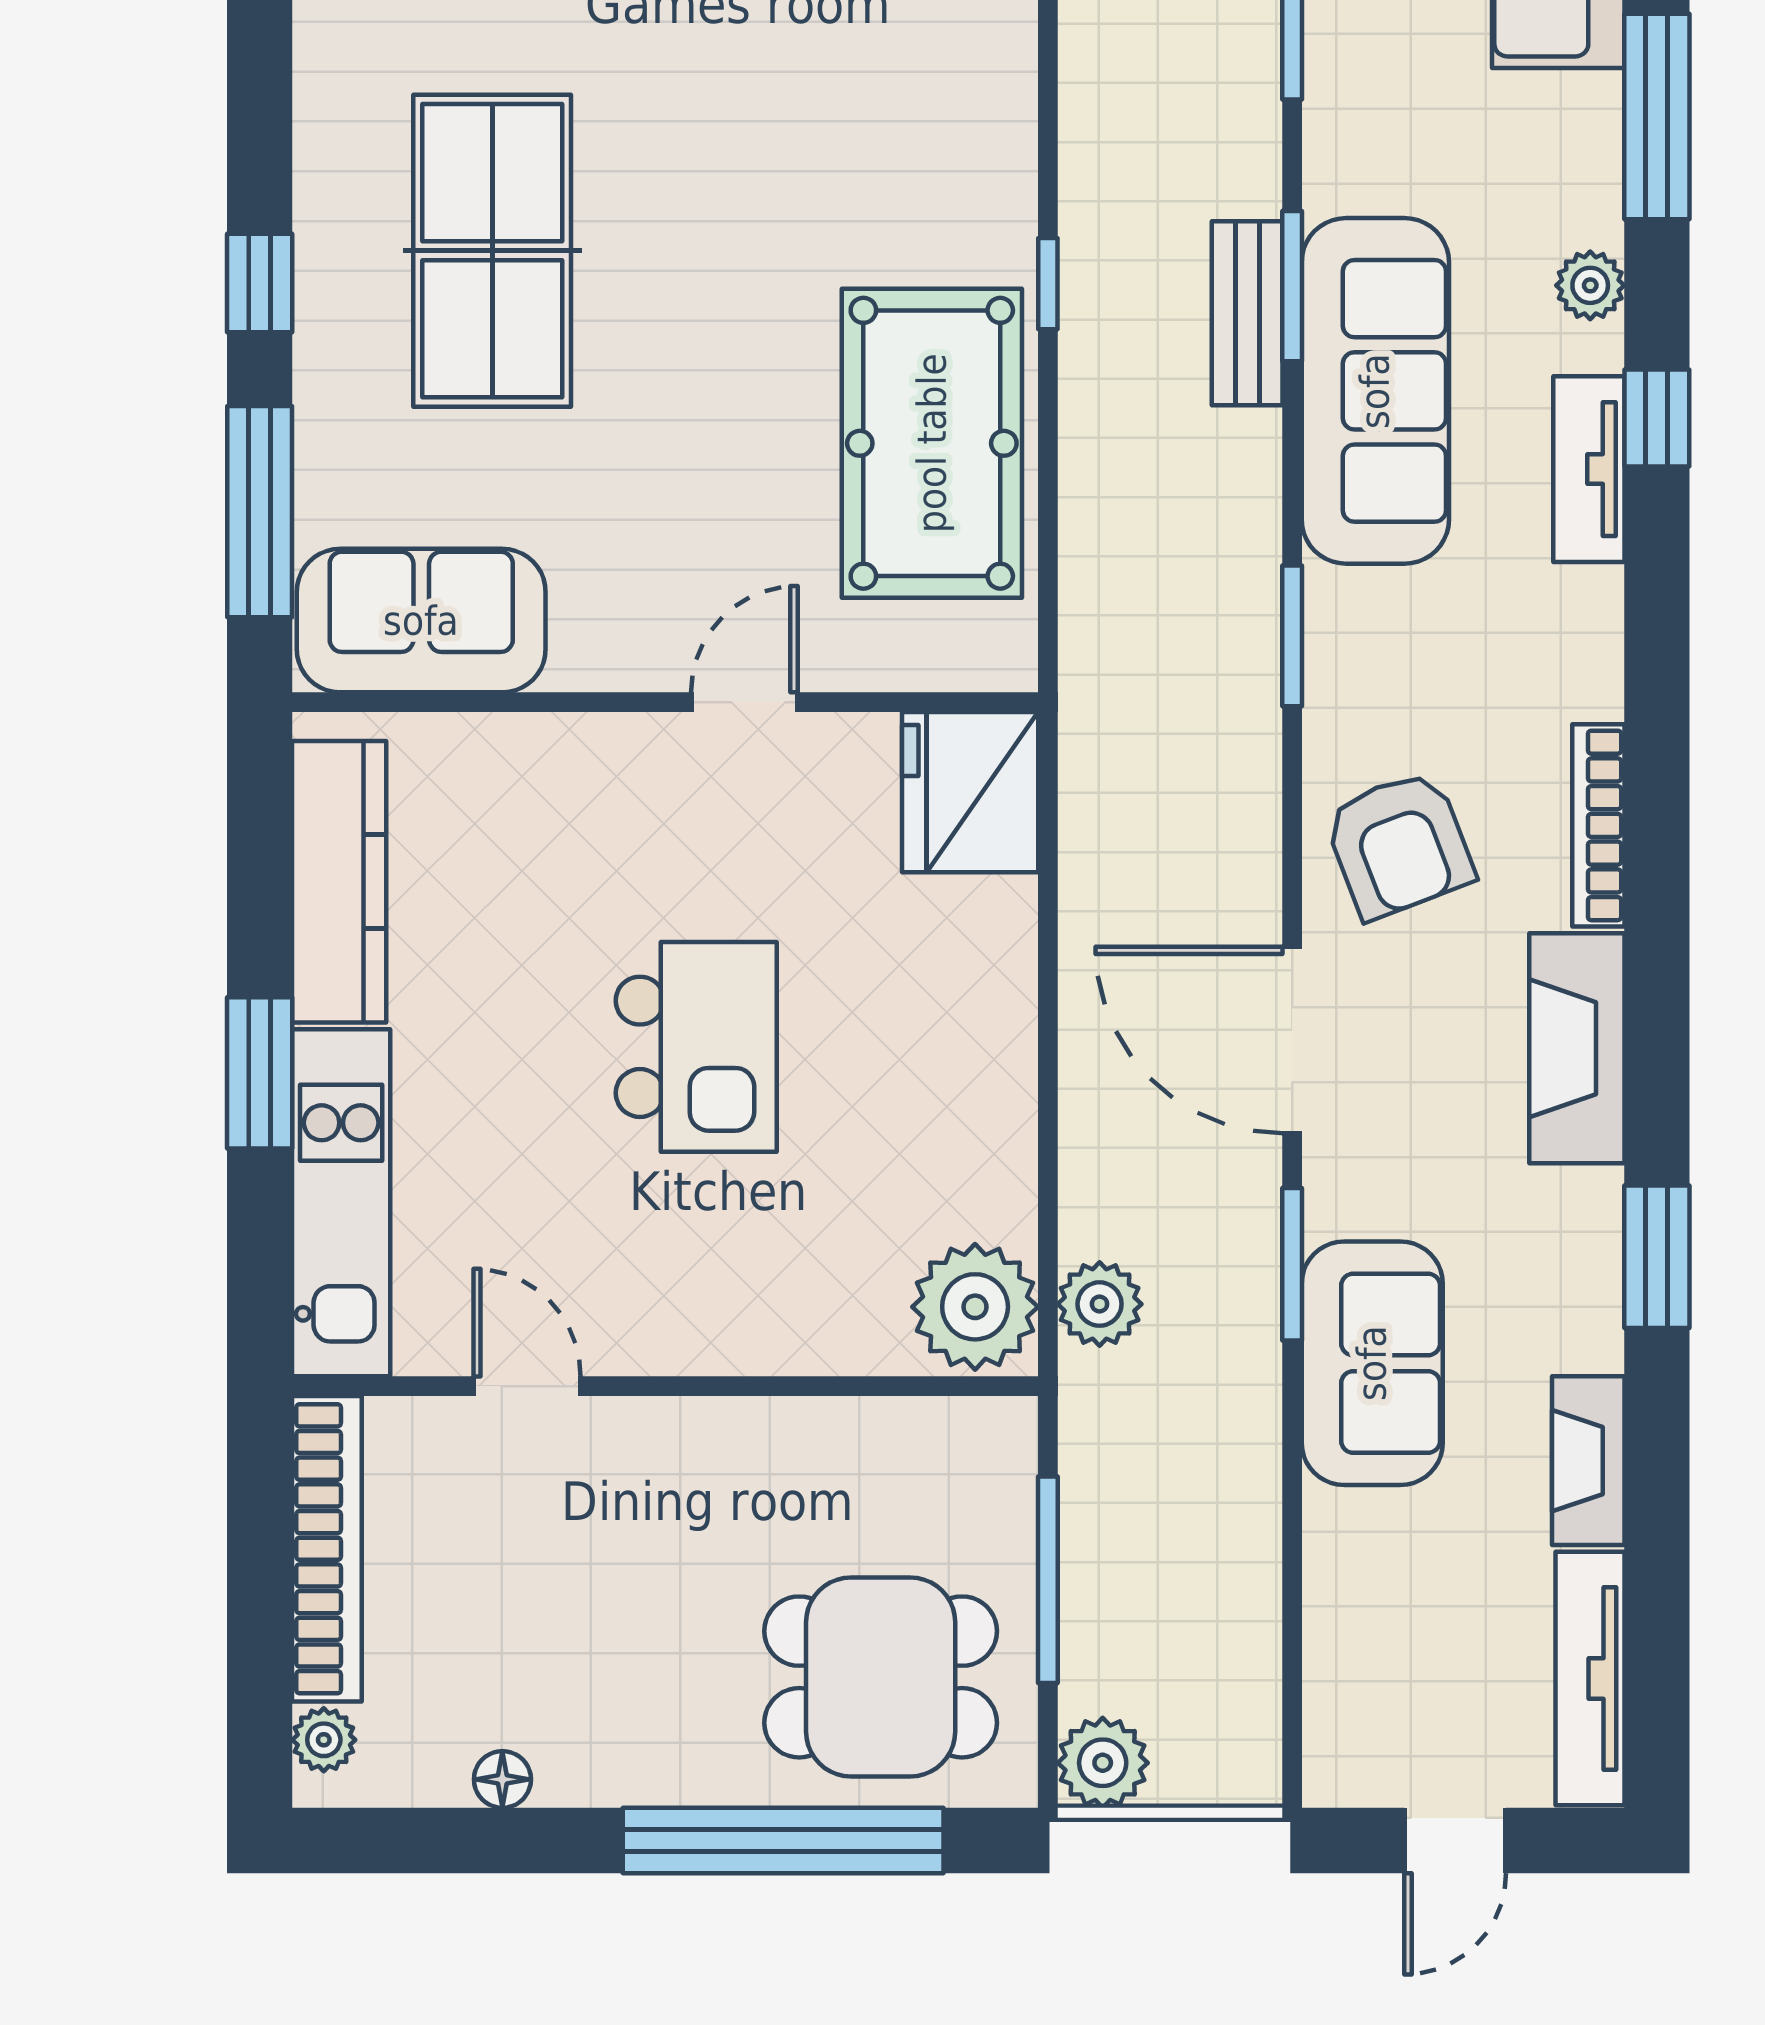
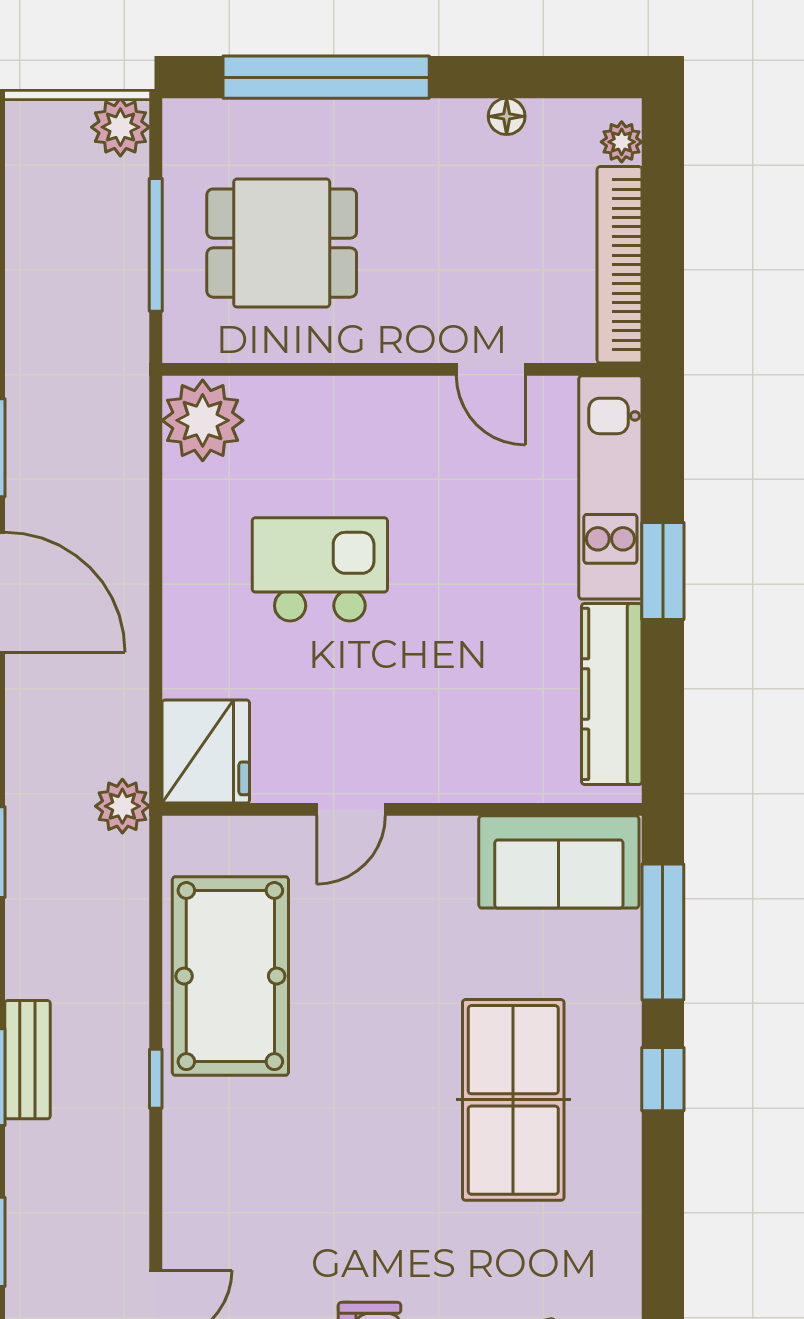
kitchen island: (696, 1047) -> (320, 569), moved, turned 90
plant: (1100, 1304) -> (122, 806), moved
dining table: (881, 1677) -> (282, 243), moved

